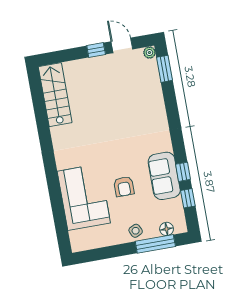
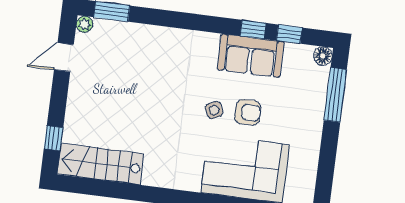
window: (96, 50) -> (53, 138), moved
floor lamp: (167, 229) -> (323, 56), moved
side table: (136, 231) -> (214, 110), moved

